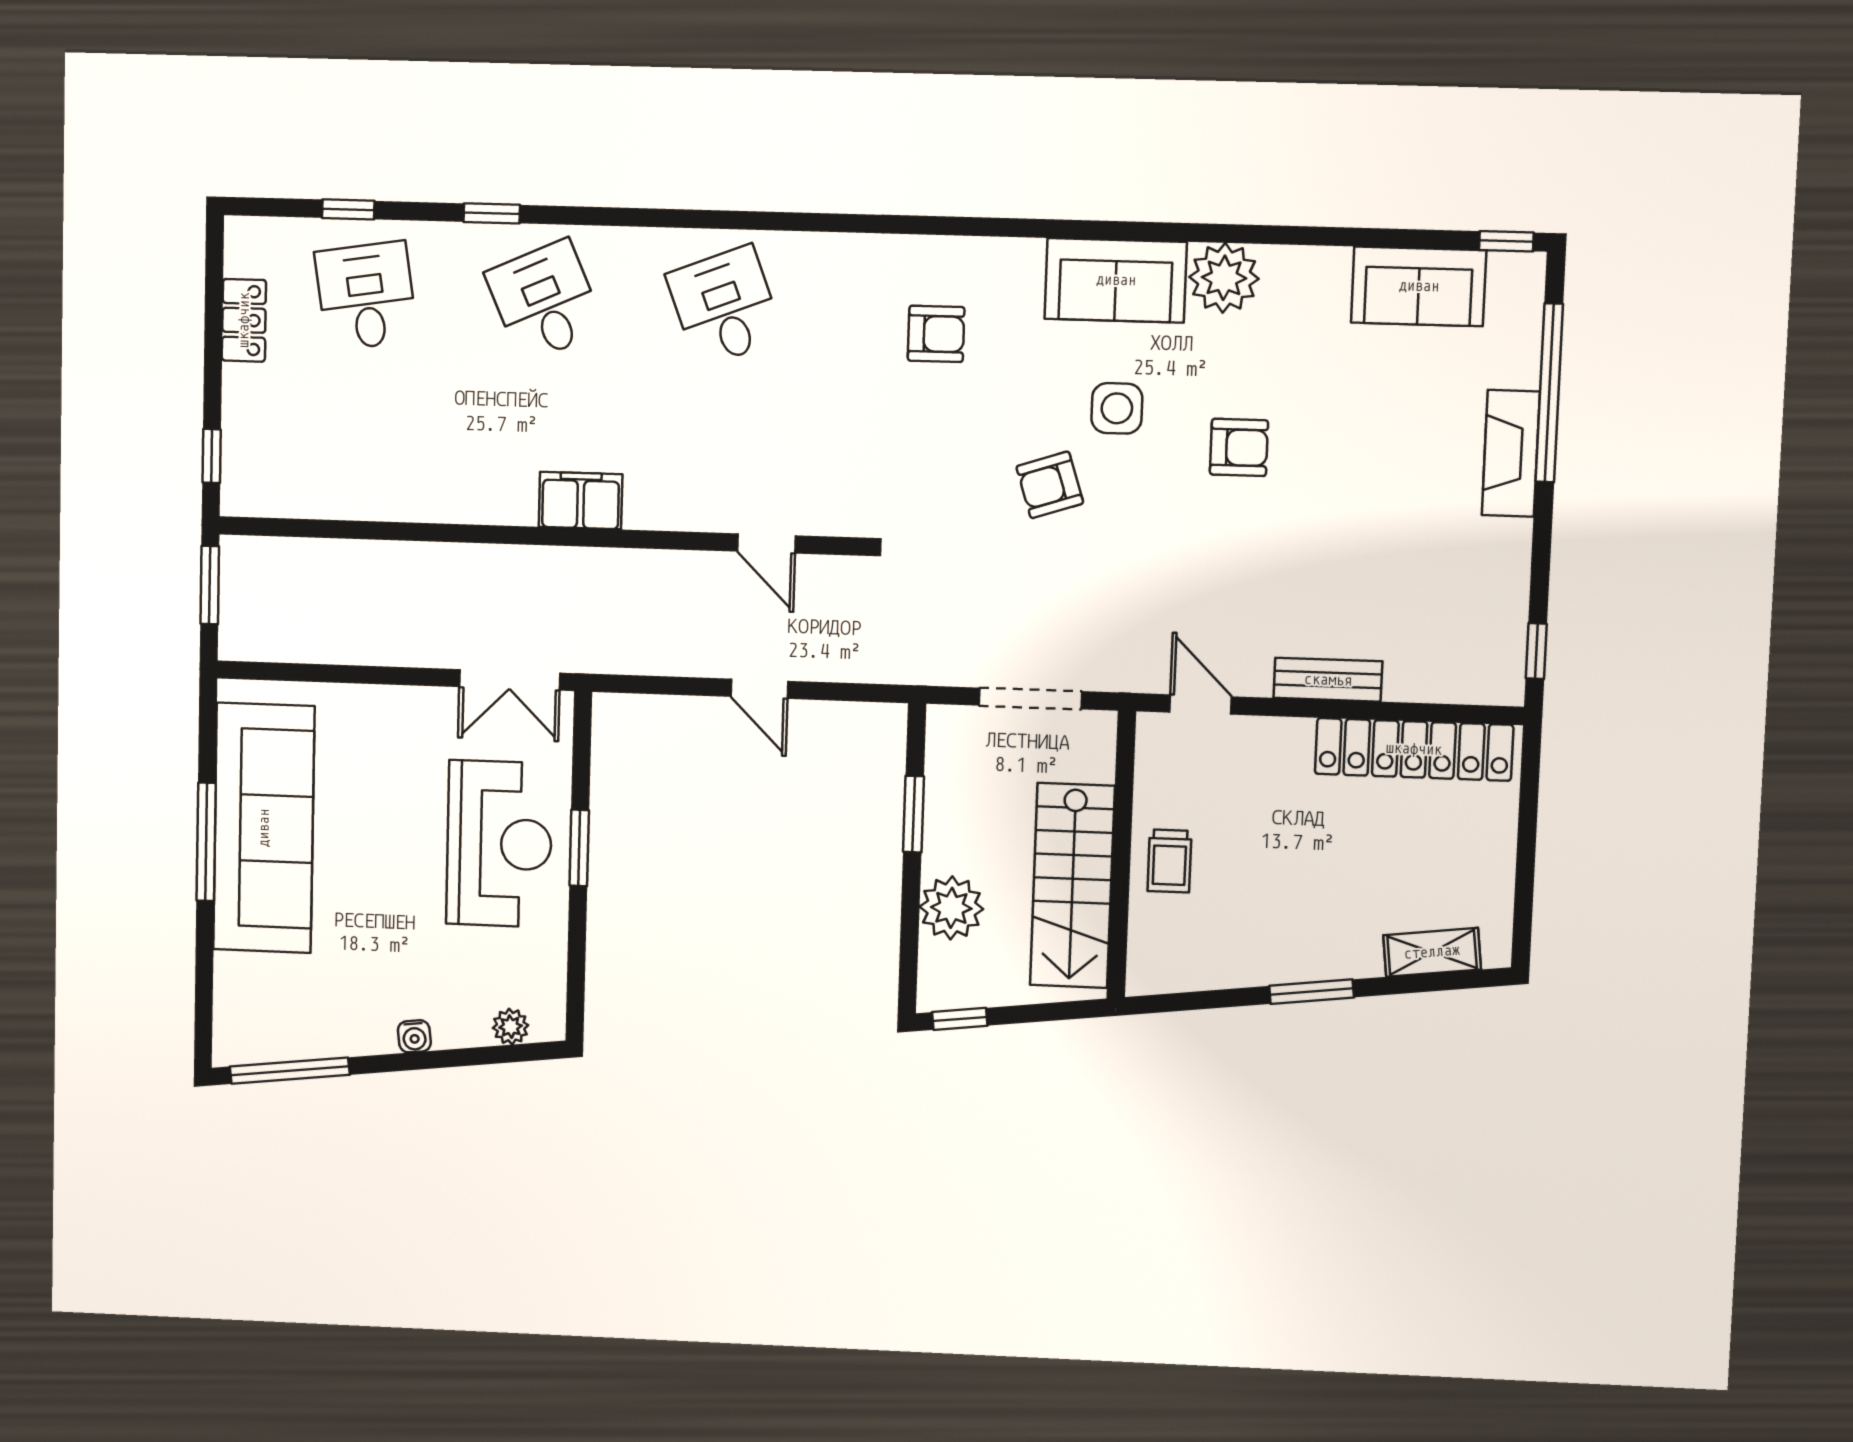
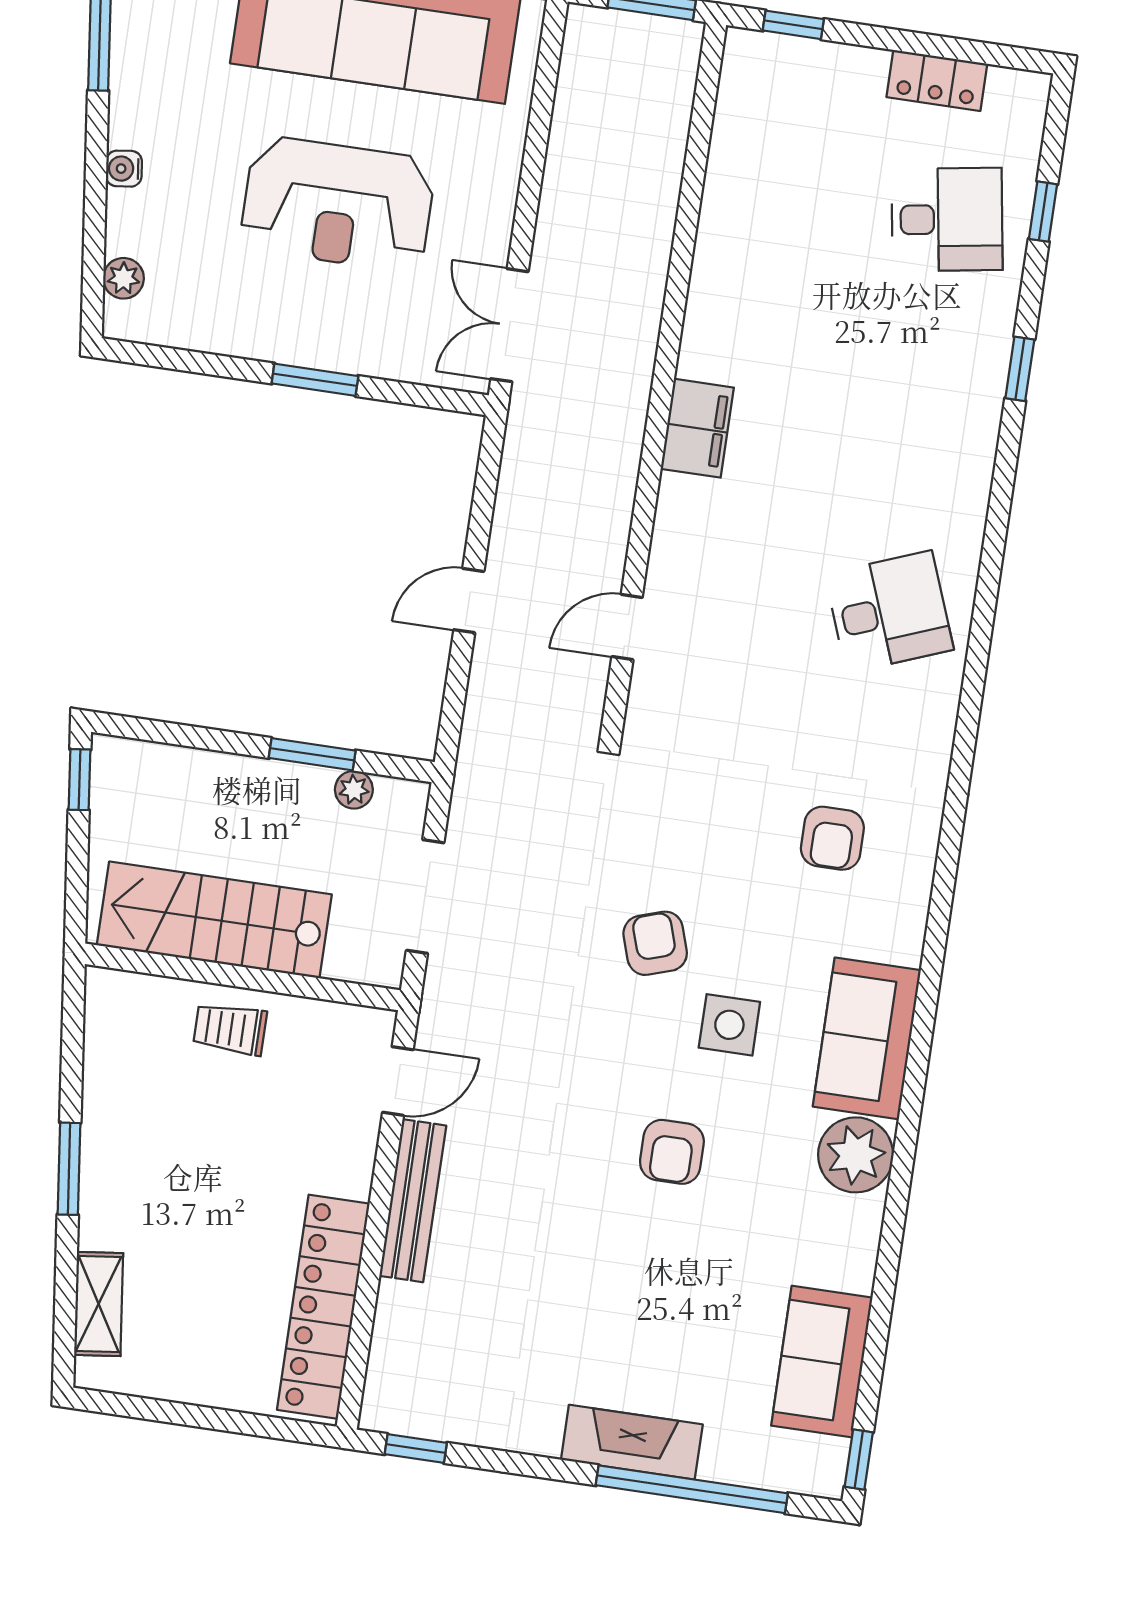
desk: (545, 301) -> (918, 416), removed
bench: (1328, 680) -> (413, 1201), width x1.36
reception desk: (499, 844) -> (338, 204), moved
plant: (951, 908) -> (354, 790), moved, width x0.53, depth x0.53

